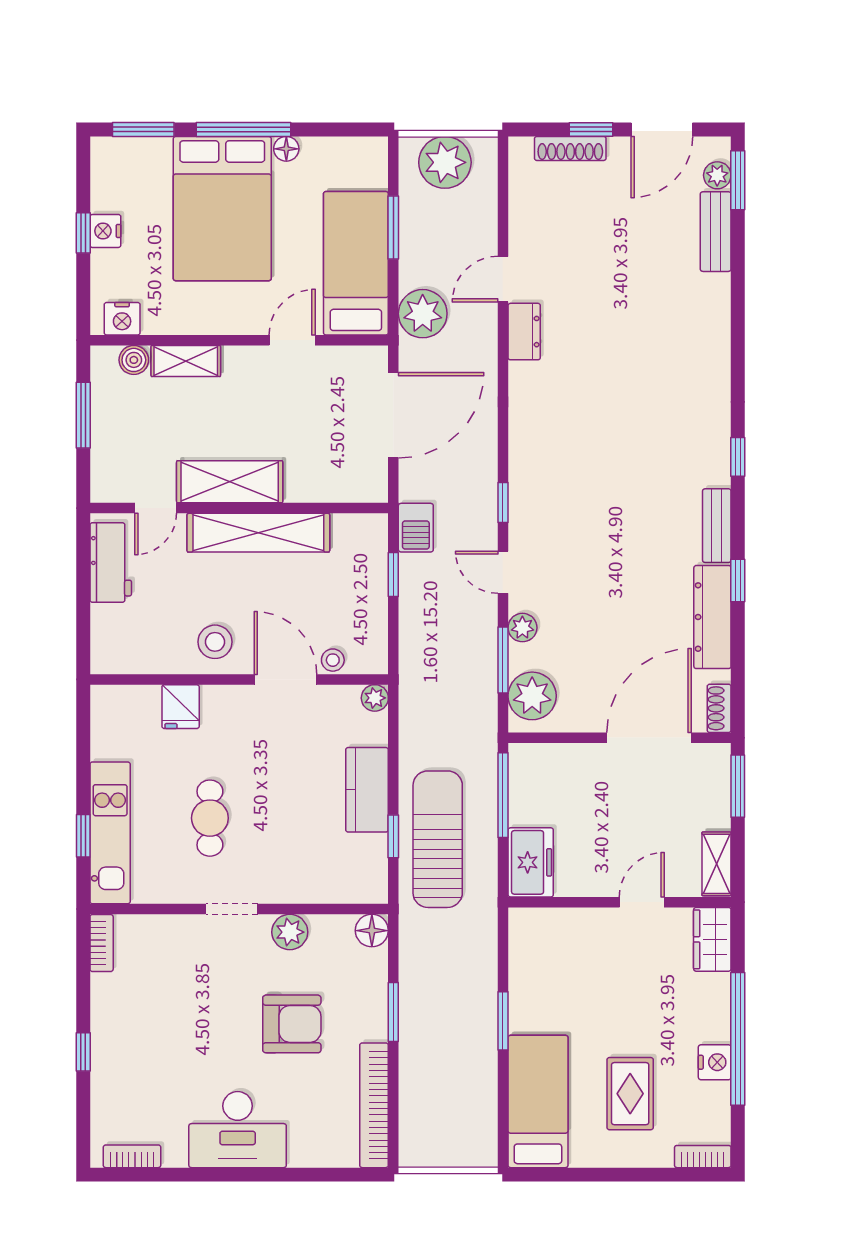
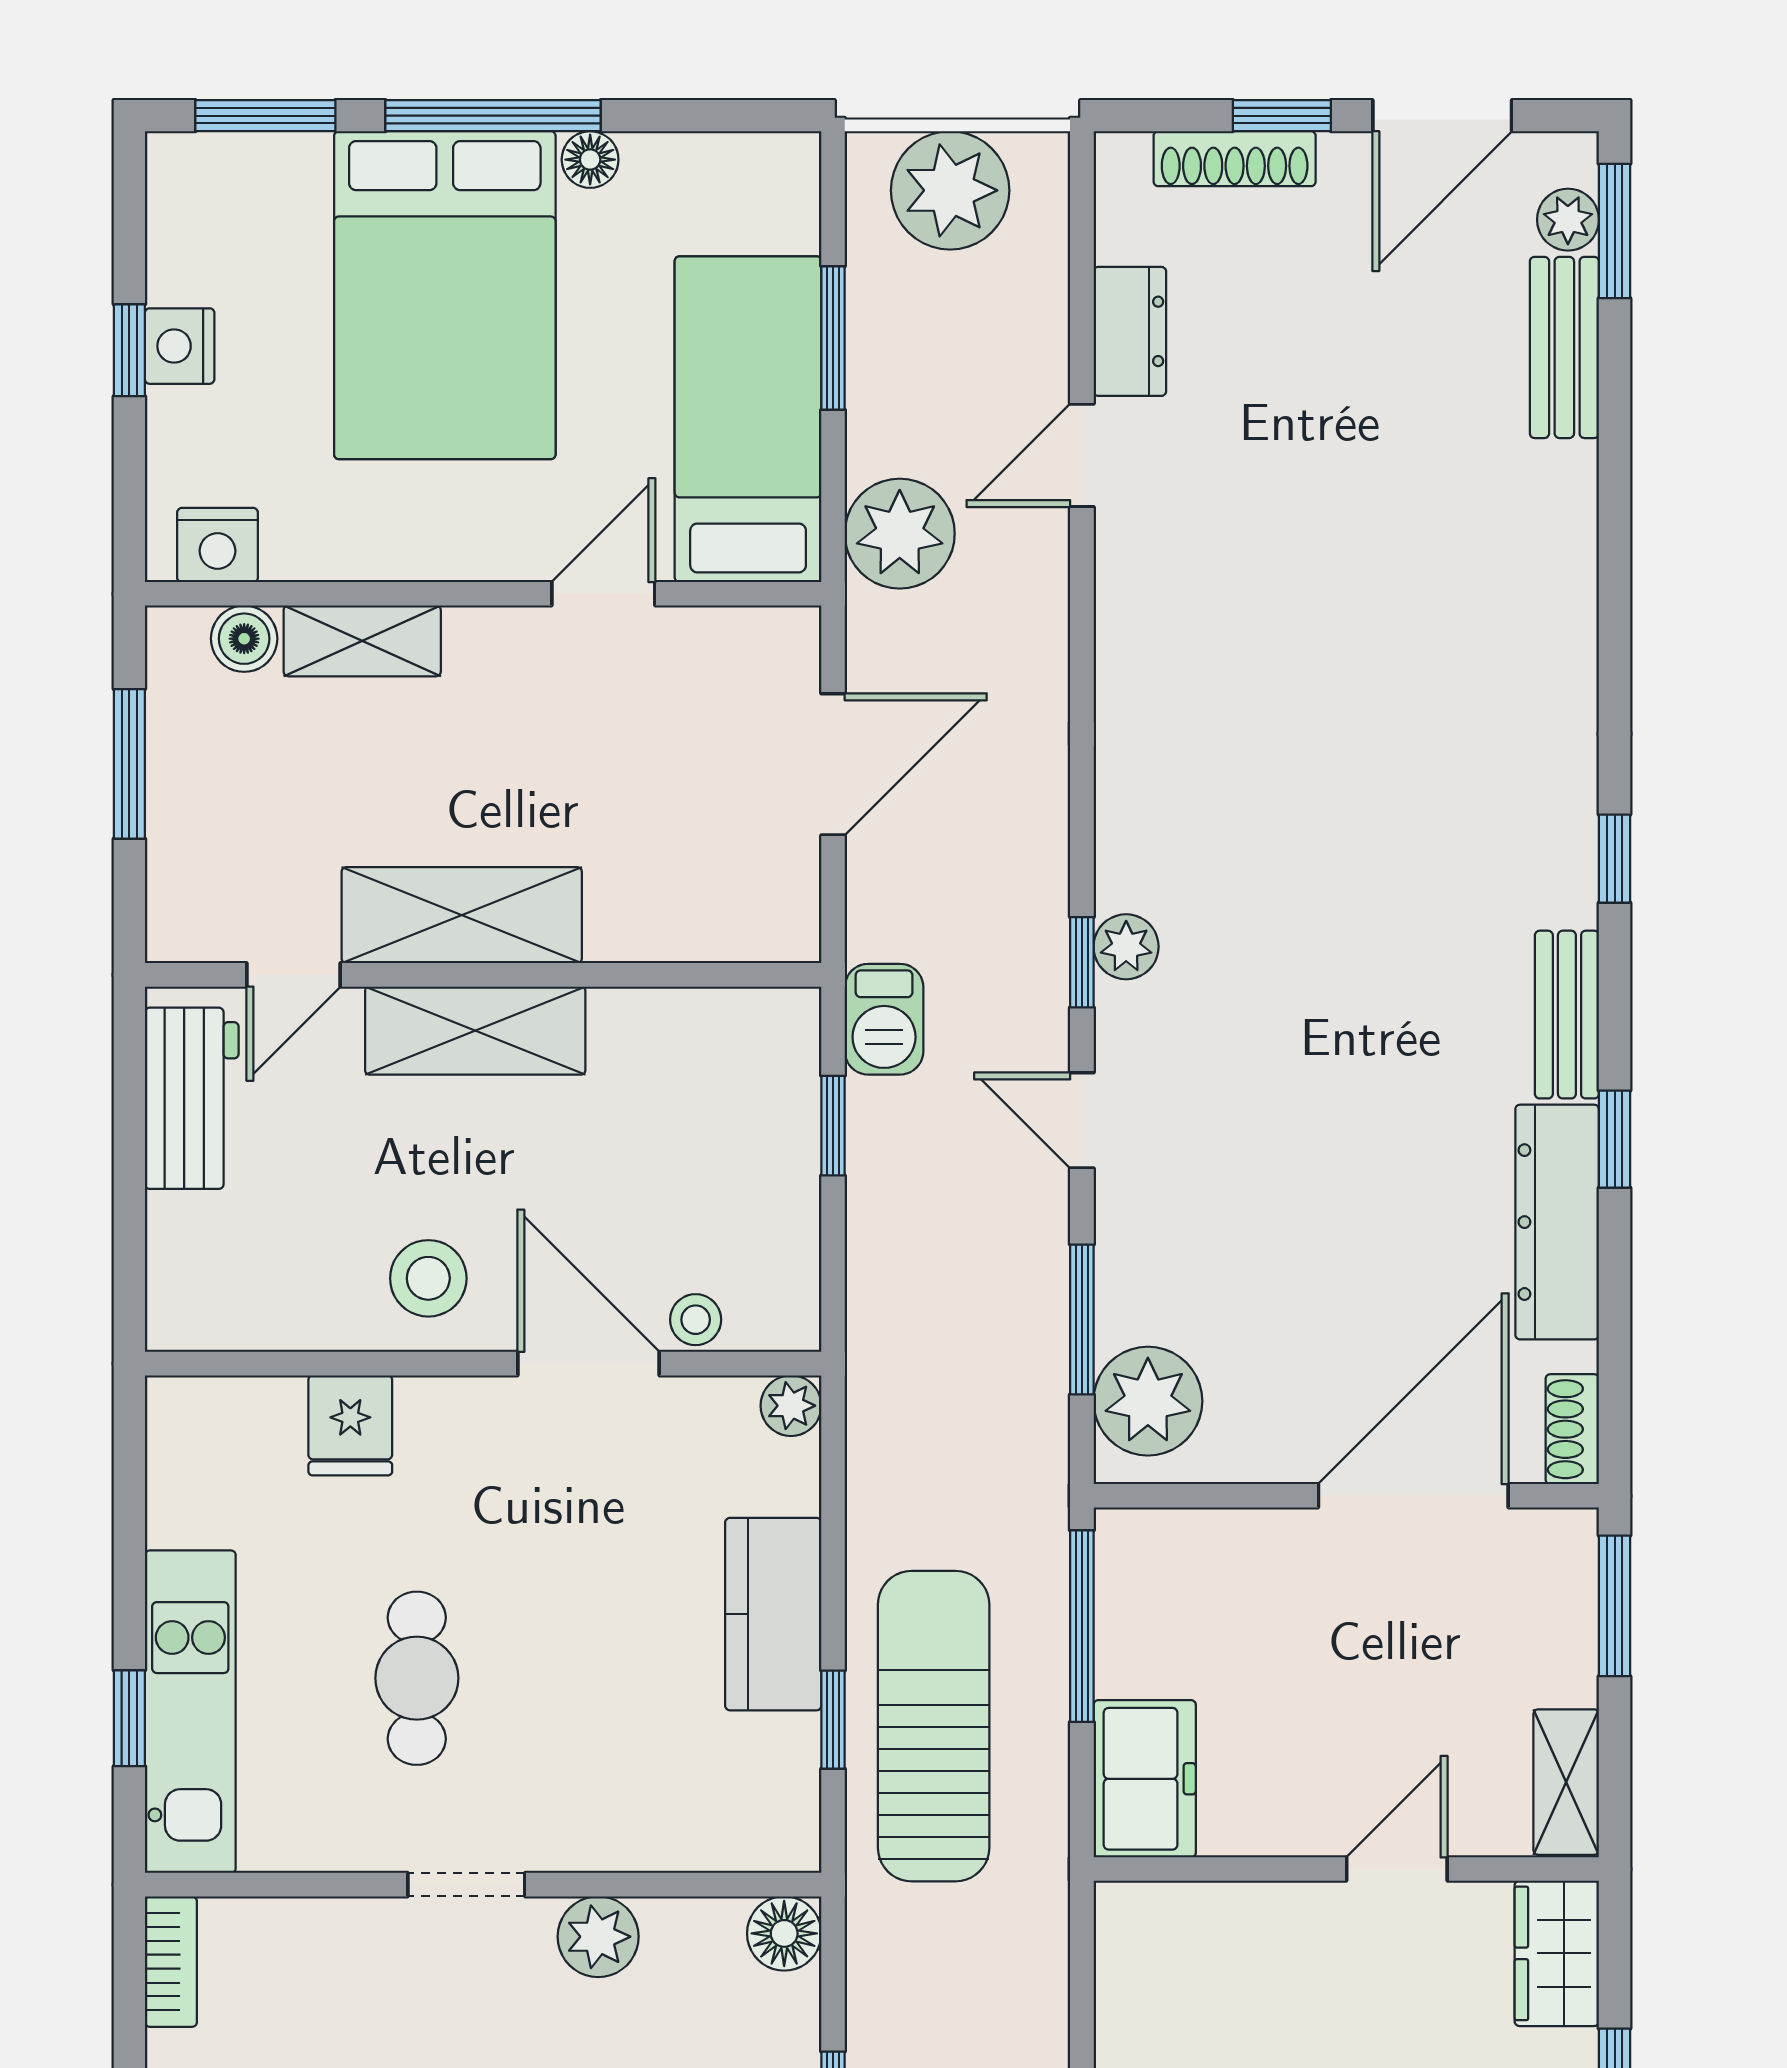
dresser: (524, 332) -> (1130, 331), moved
door: (393, 415) -> (833, 764), width x0.73
shelving: (258, 533) -> (475, 1031), width x0.68
plant: (522, 628) -> (1126, 947), moved

